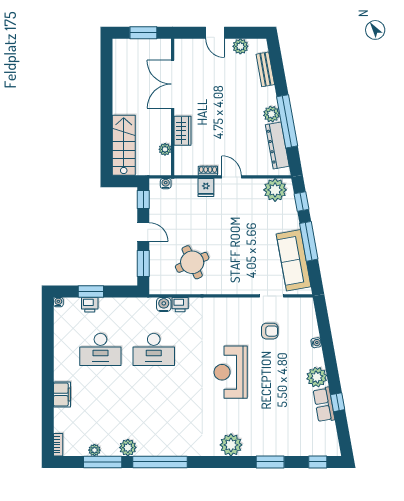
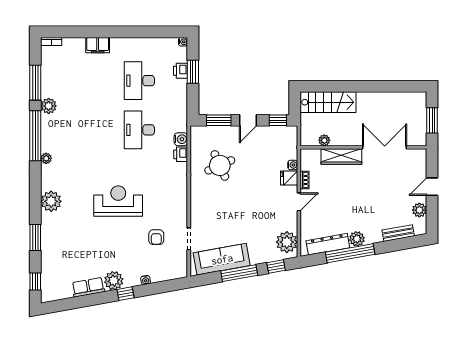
wardrobe: (183, 131) -> (341, 157), width x1.50
water cooler: (166, 184) -> (293, 165), moved
window: (338, 402) -> (126, 294), moved
plant: (94, 450) -> (46, 158), moved

